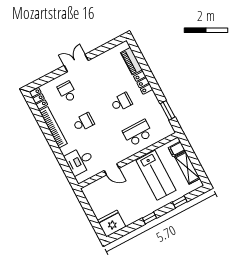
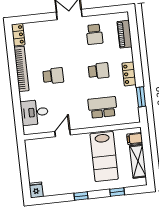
locker: (143, 83) -> (129, 74), moved
school desk: (67, 92) -> (94, 34), moved, turned 180
door: (112, 169) -> (63, 133), swing flipped
fridge: (112, 224) -> (36, 190), width x0.53, depth x0.75

